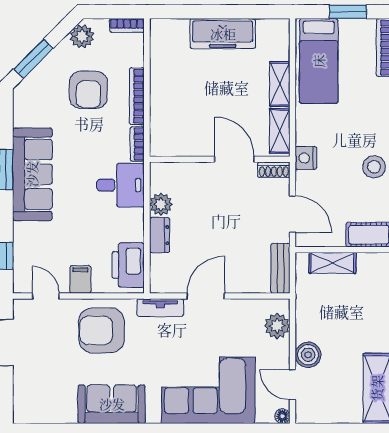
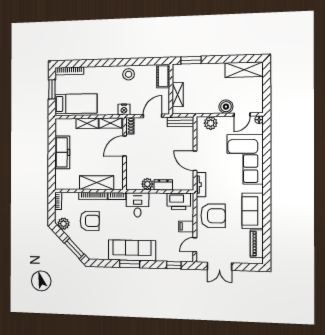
shelving: (163, 103) -> (96, 183), added
armchair: (101, 330) -> (213, 216), turned -90
piano: (50, 412) -> (257, 244), added

